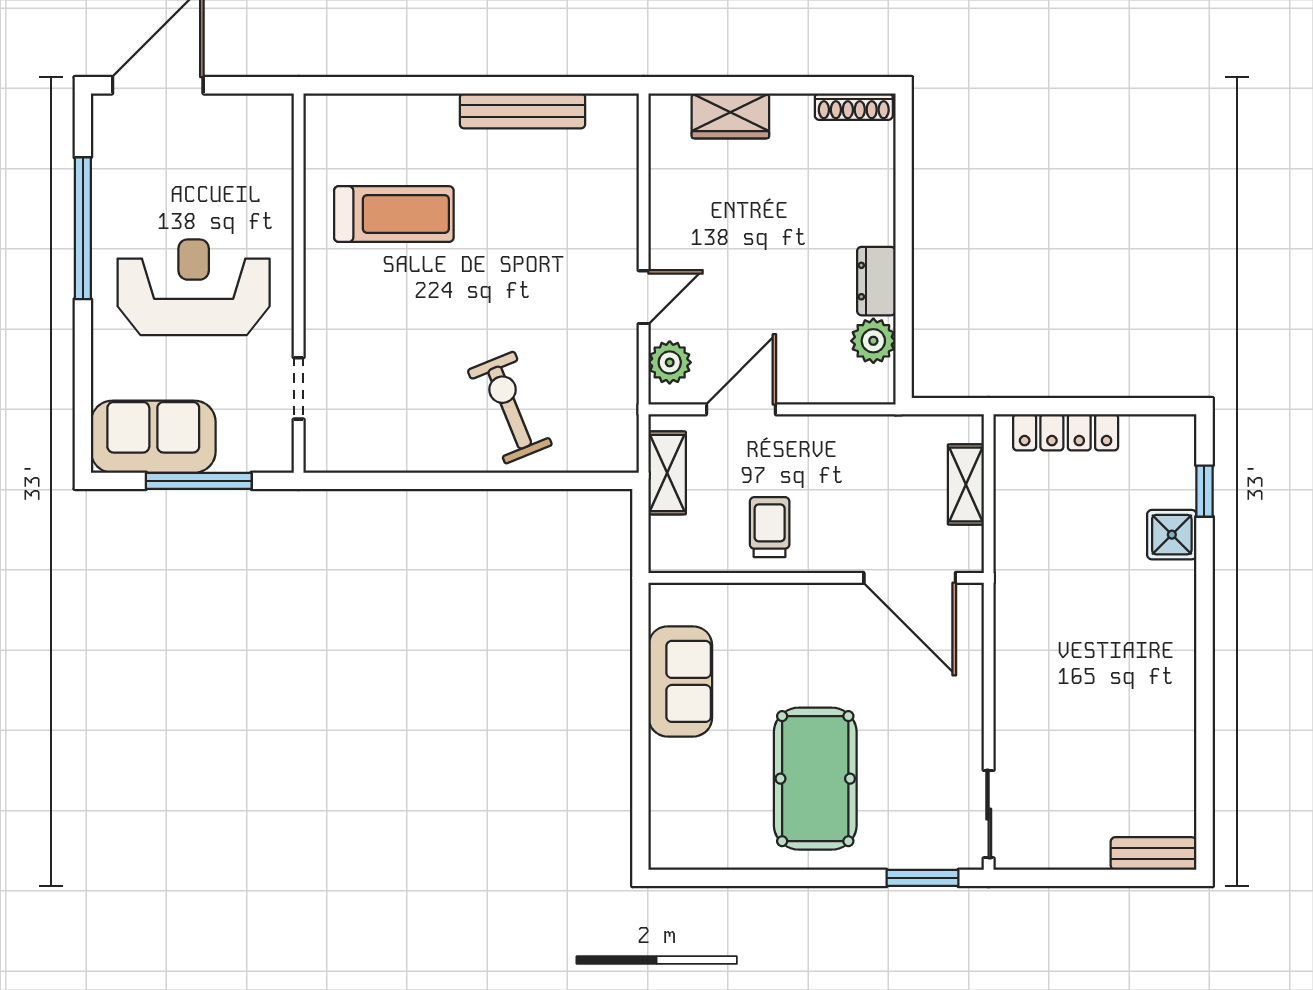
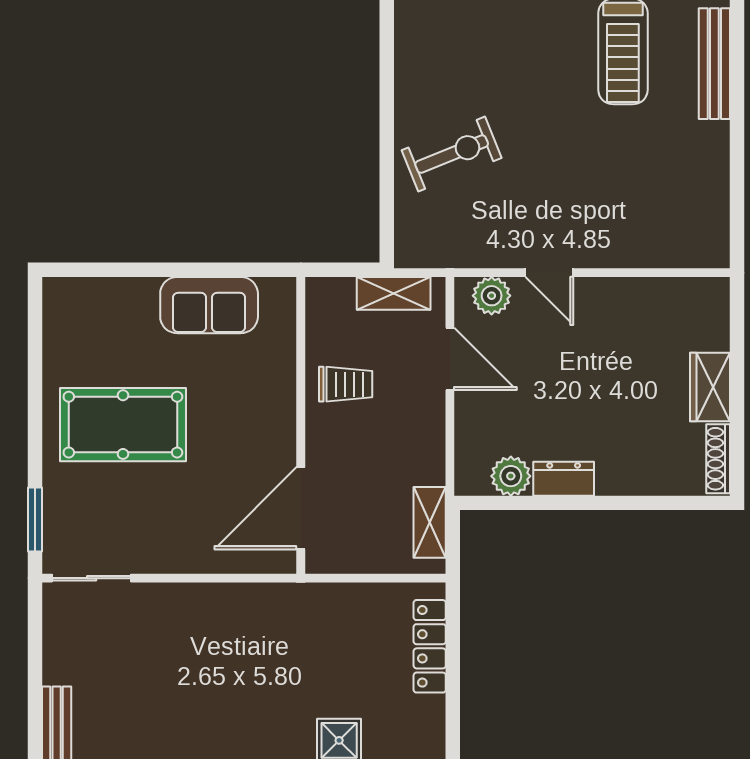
bench: (523, 111) -> (714, 64), moved
wardrobe: (730, 116) -> (710, 387), moved
shelving: (966, 484) -> (430, 522), moved, turned 90

